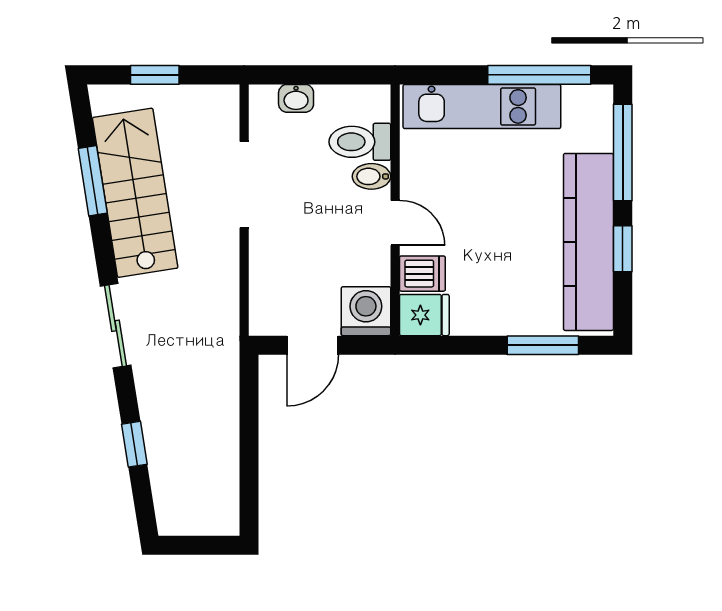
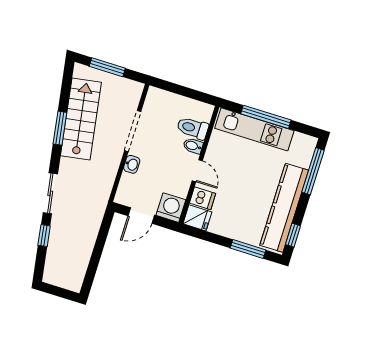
window: (155, 75) -> (107, 67), width x1.50
window: (539, 75) -> (266, 117), moved
washbasin: (296, 98) -> (132, 164), moved, turned -90
window: (93, 181) -> (60, 128), moved
window: (623, 249) -> (293, 235), moved
sliding door: (116, 326) -> (50, 193), moved

